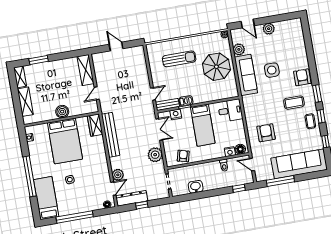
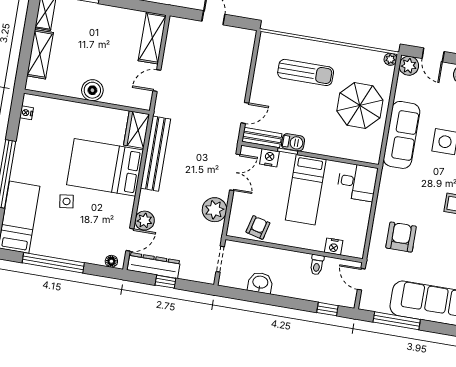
plant: (239, 49) -> (409, 66), moved
bed: (65, 141) -> (105, 167), moved, turned 90
floor lamp: (240, 149) -> (351, 249), removed

